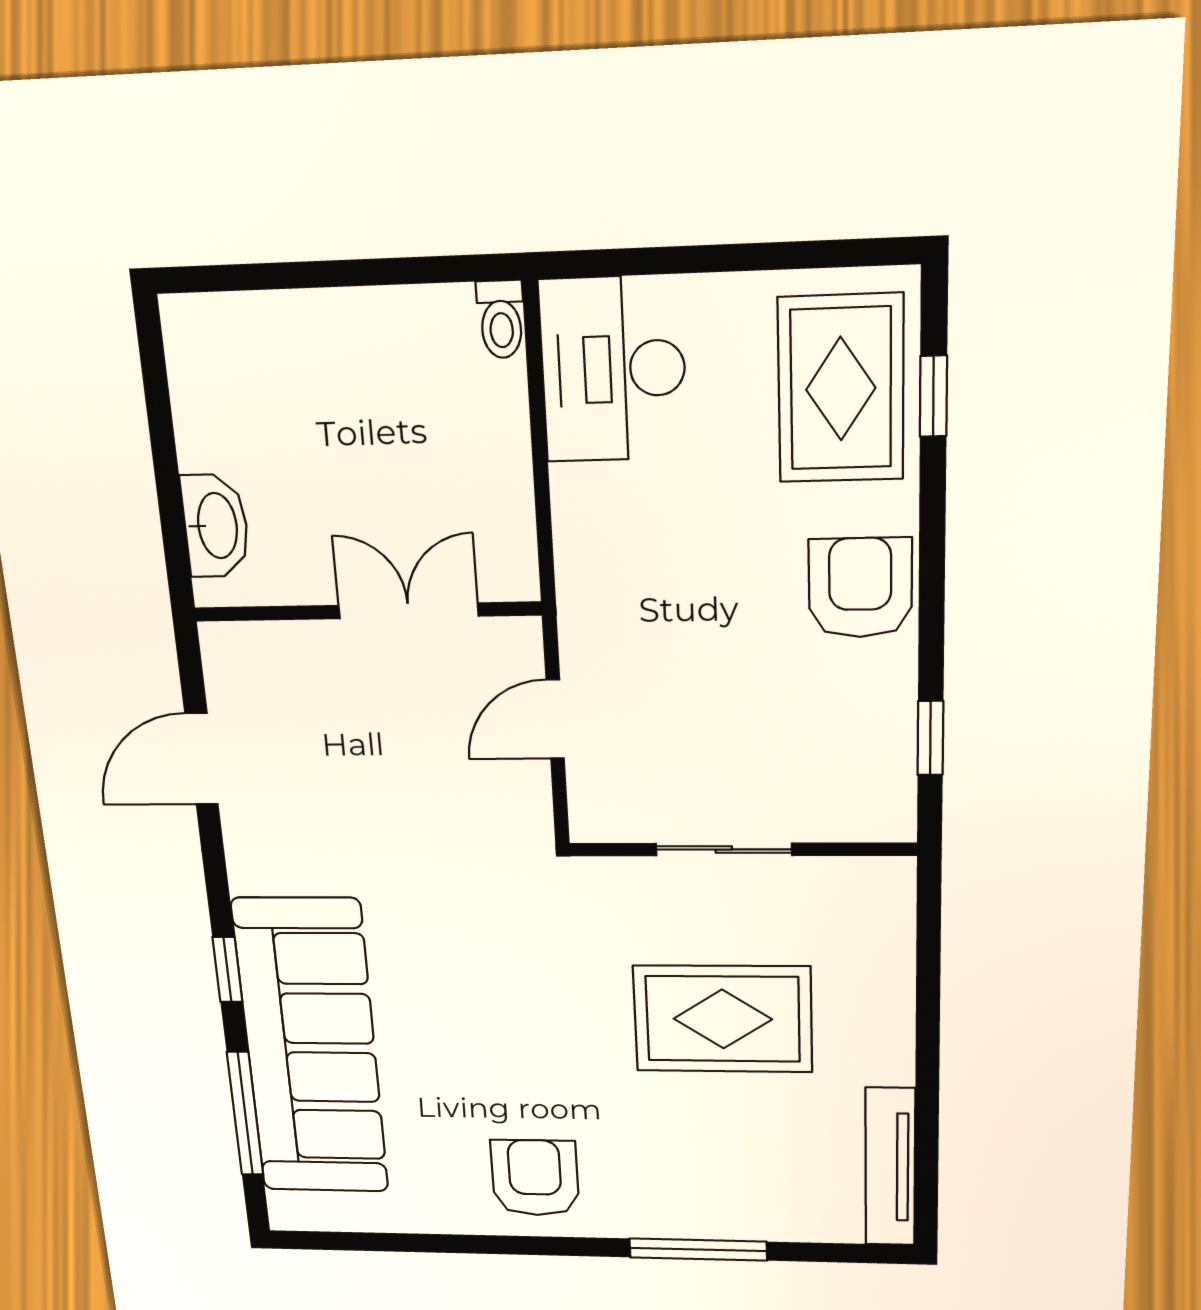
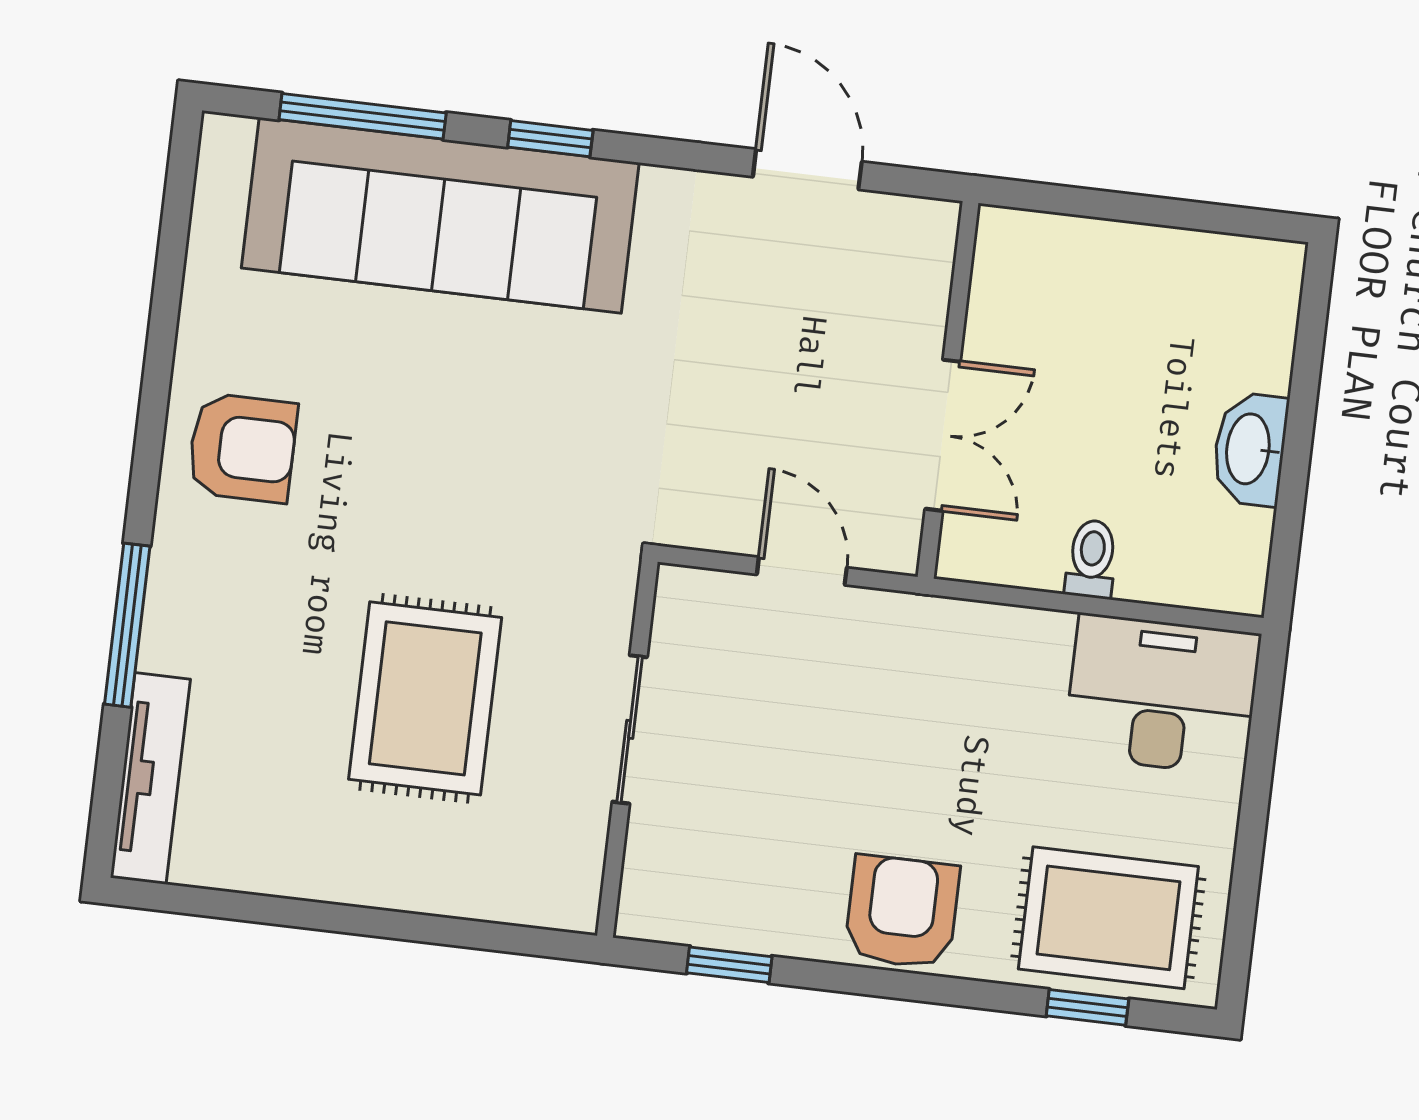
toilet: (501, 319) -> (1092, 559), moved, turned 90
washbasin: (216, 526) -> (1250, 449), moved, turned 90
armchair: (860, 588) -> (902, 912), turned -90
tv unit: (890, 1167) -> (150, 778), moved, turned 90

